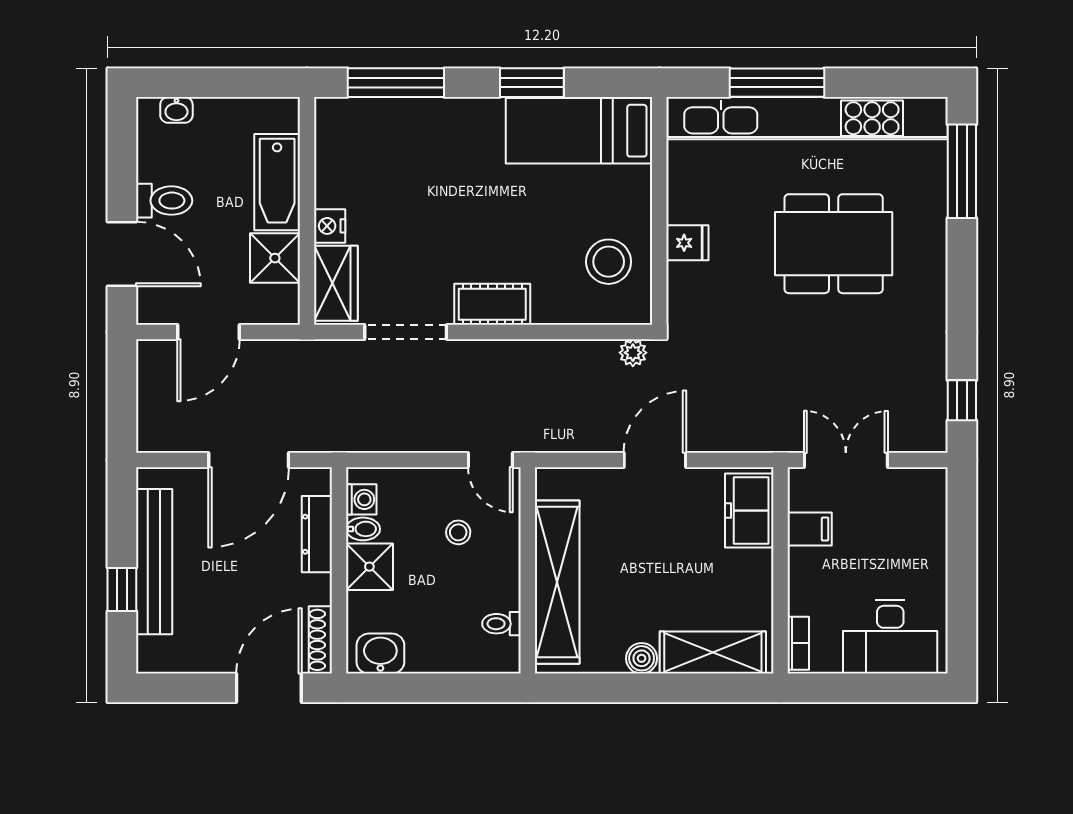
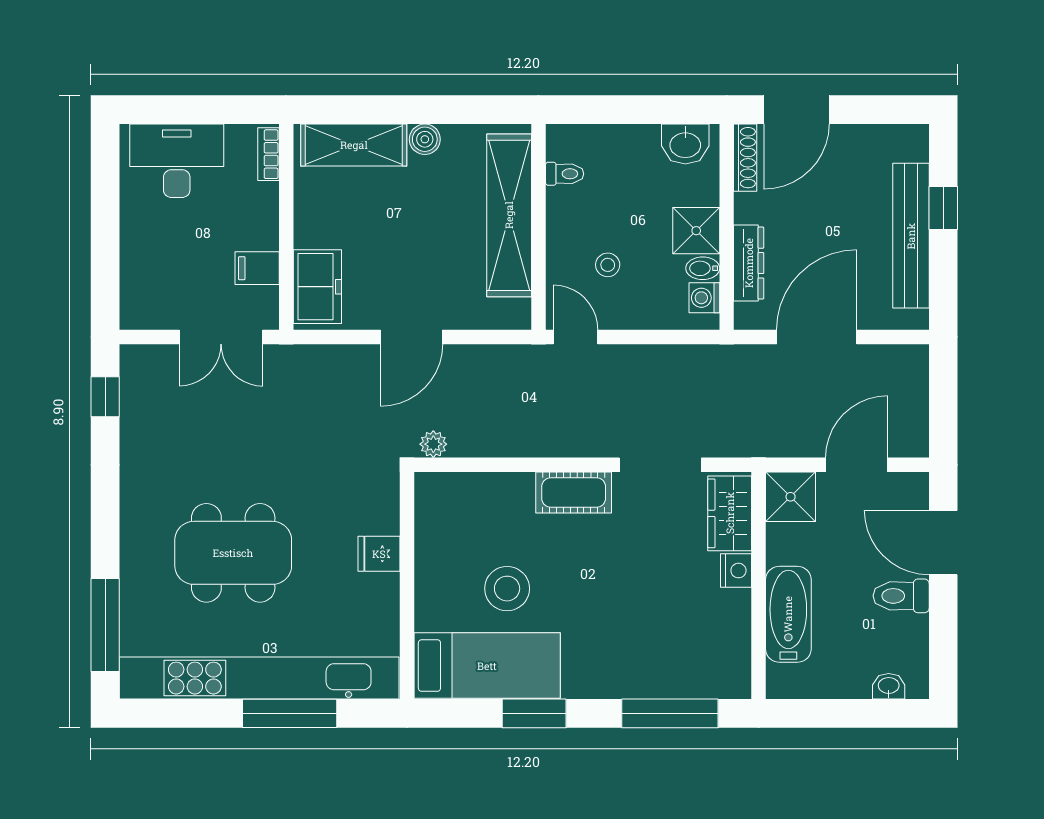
shower: (275, 258) -> (791, 497), moved
stool: (609, 262) -> (507, 589), moved

